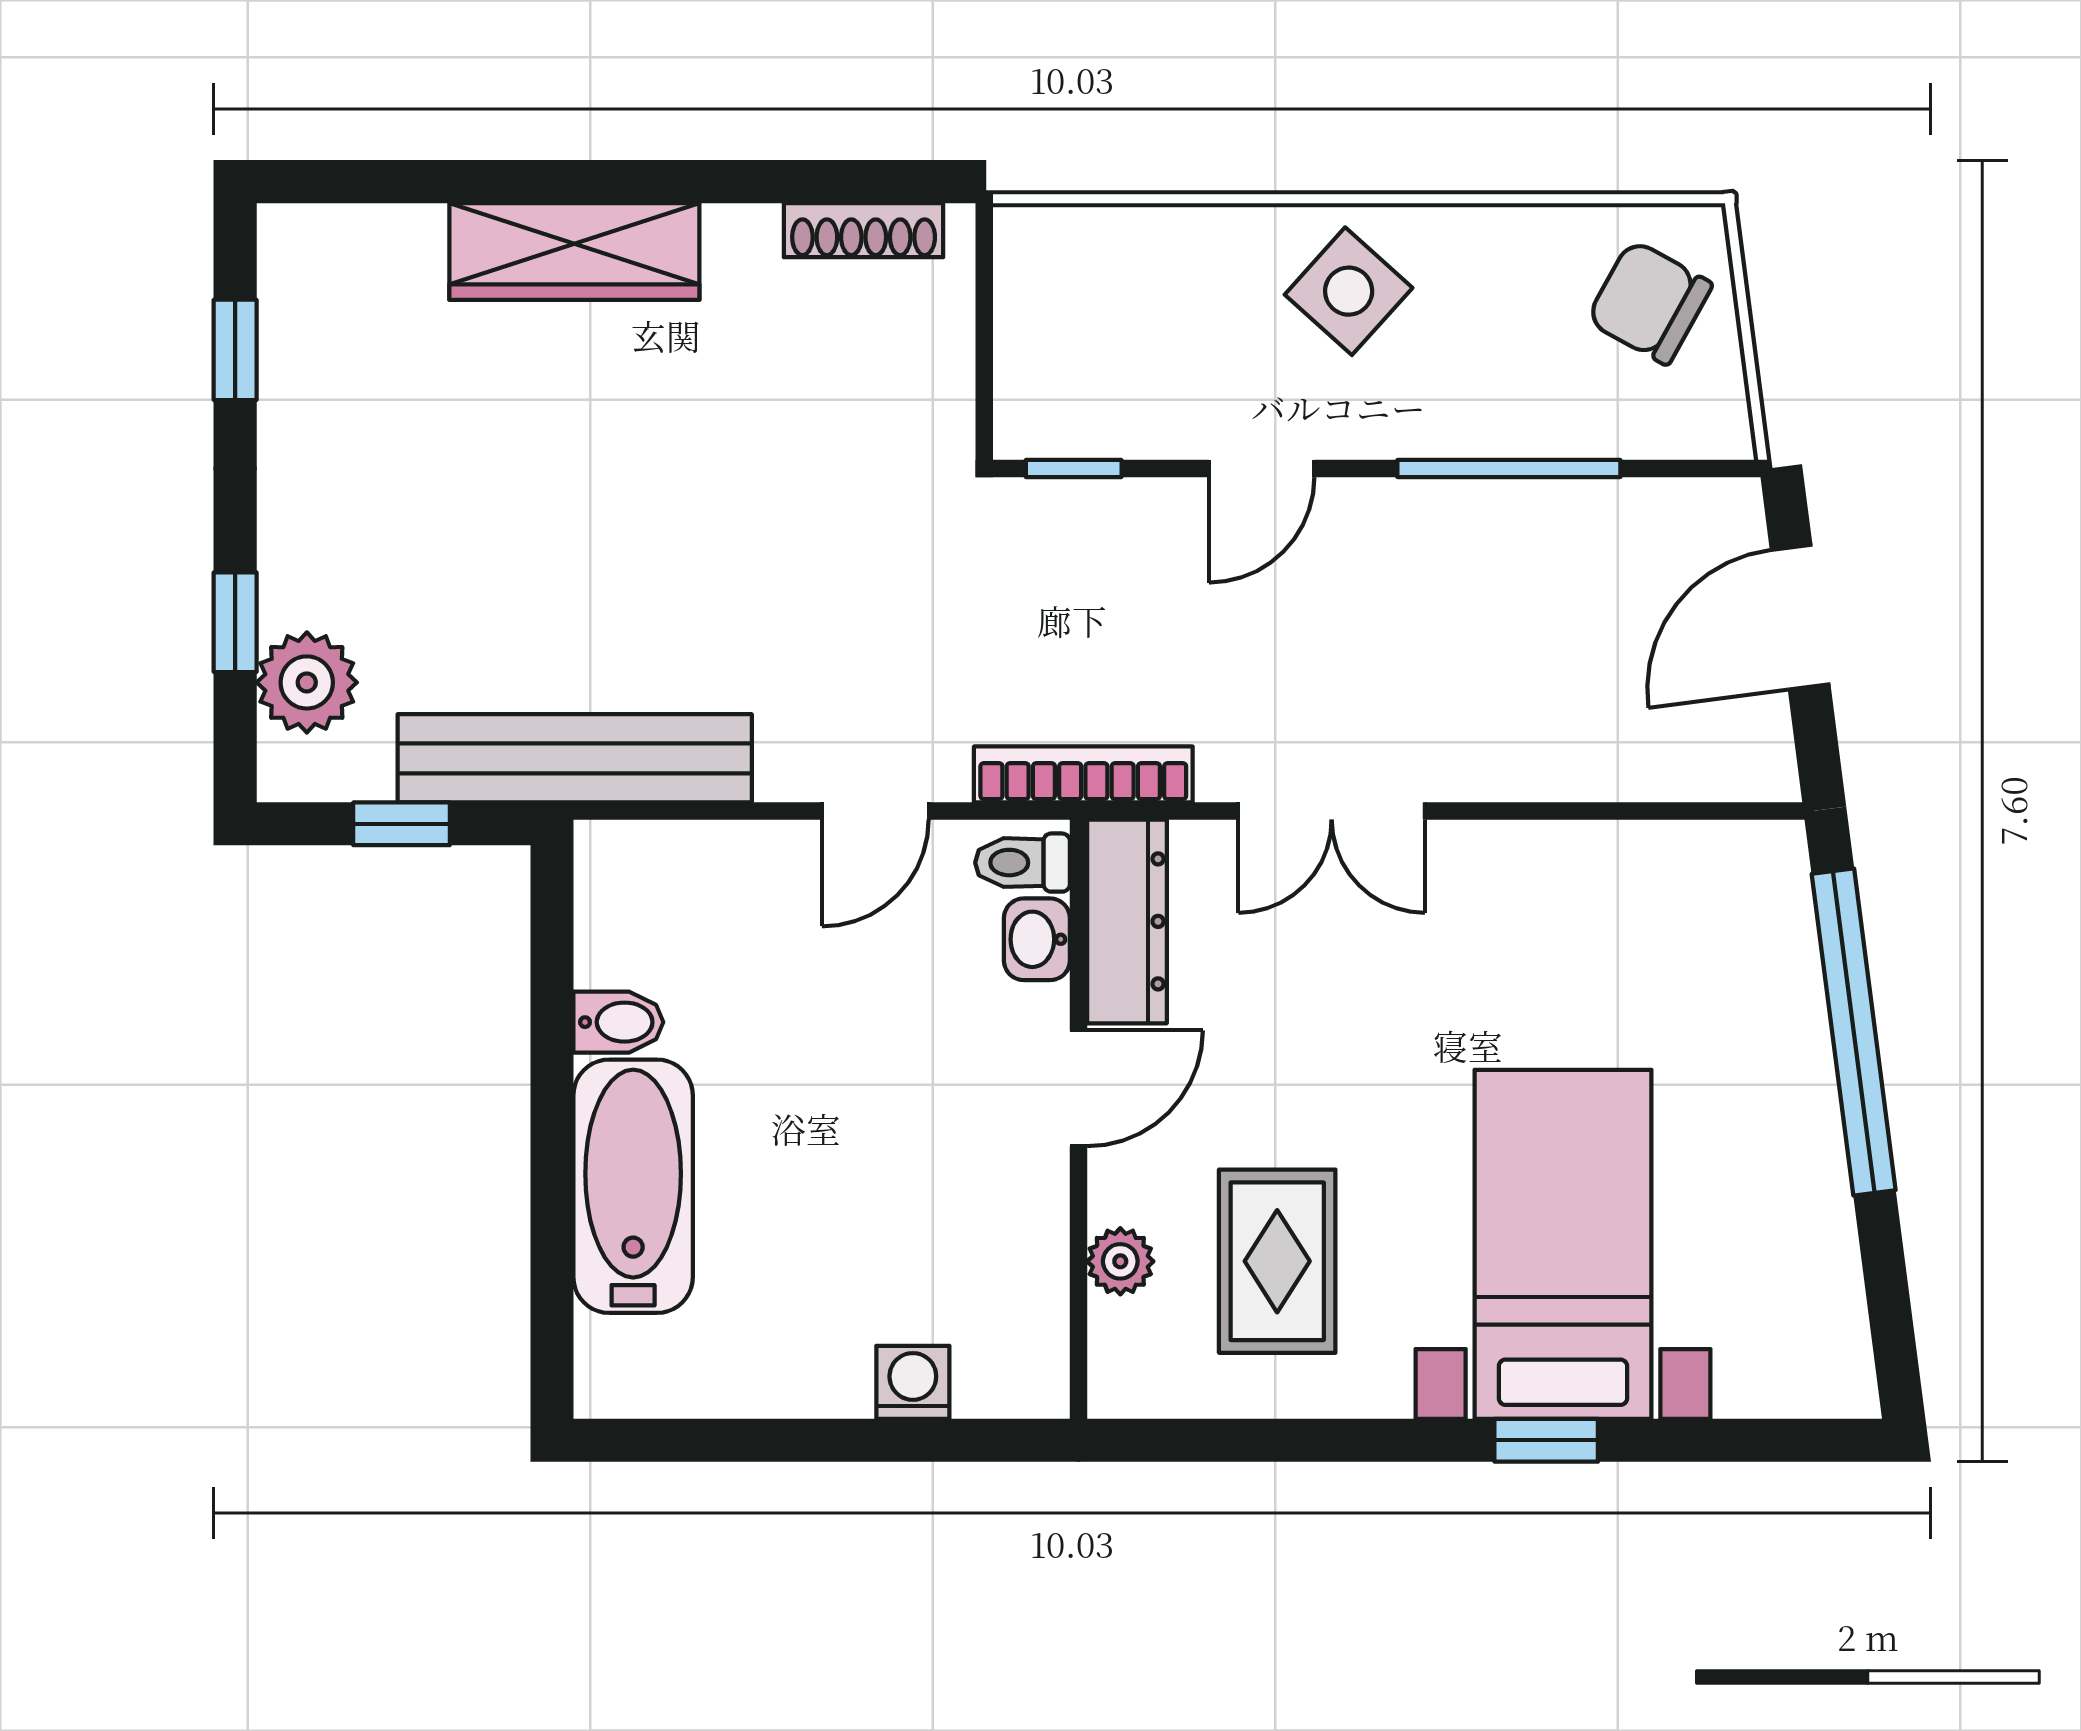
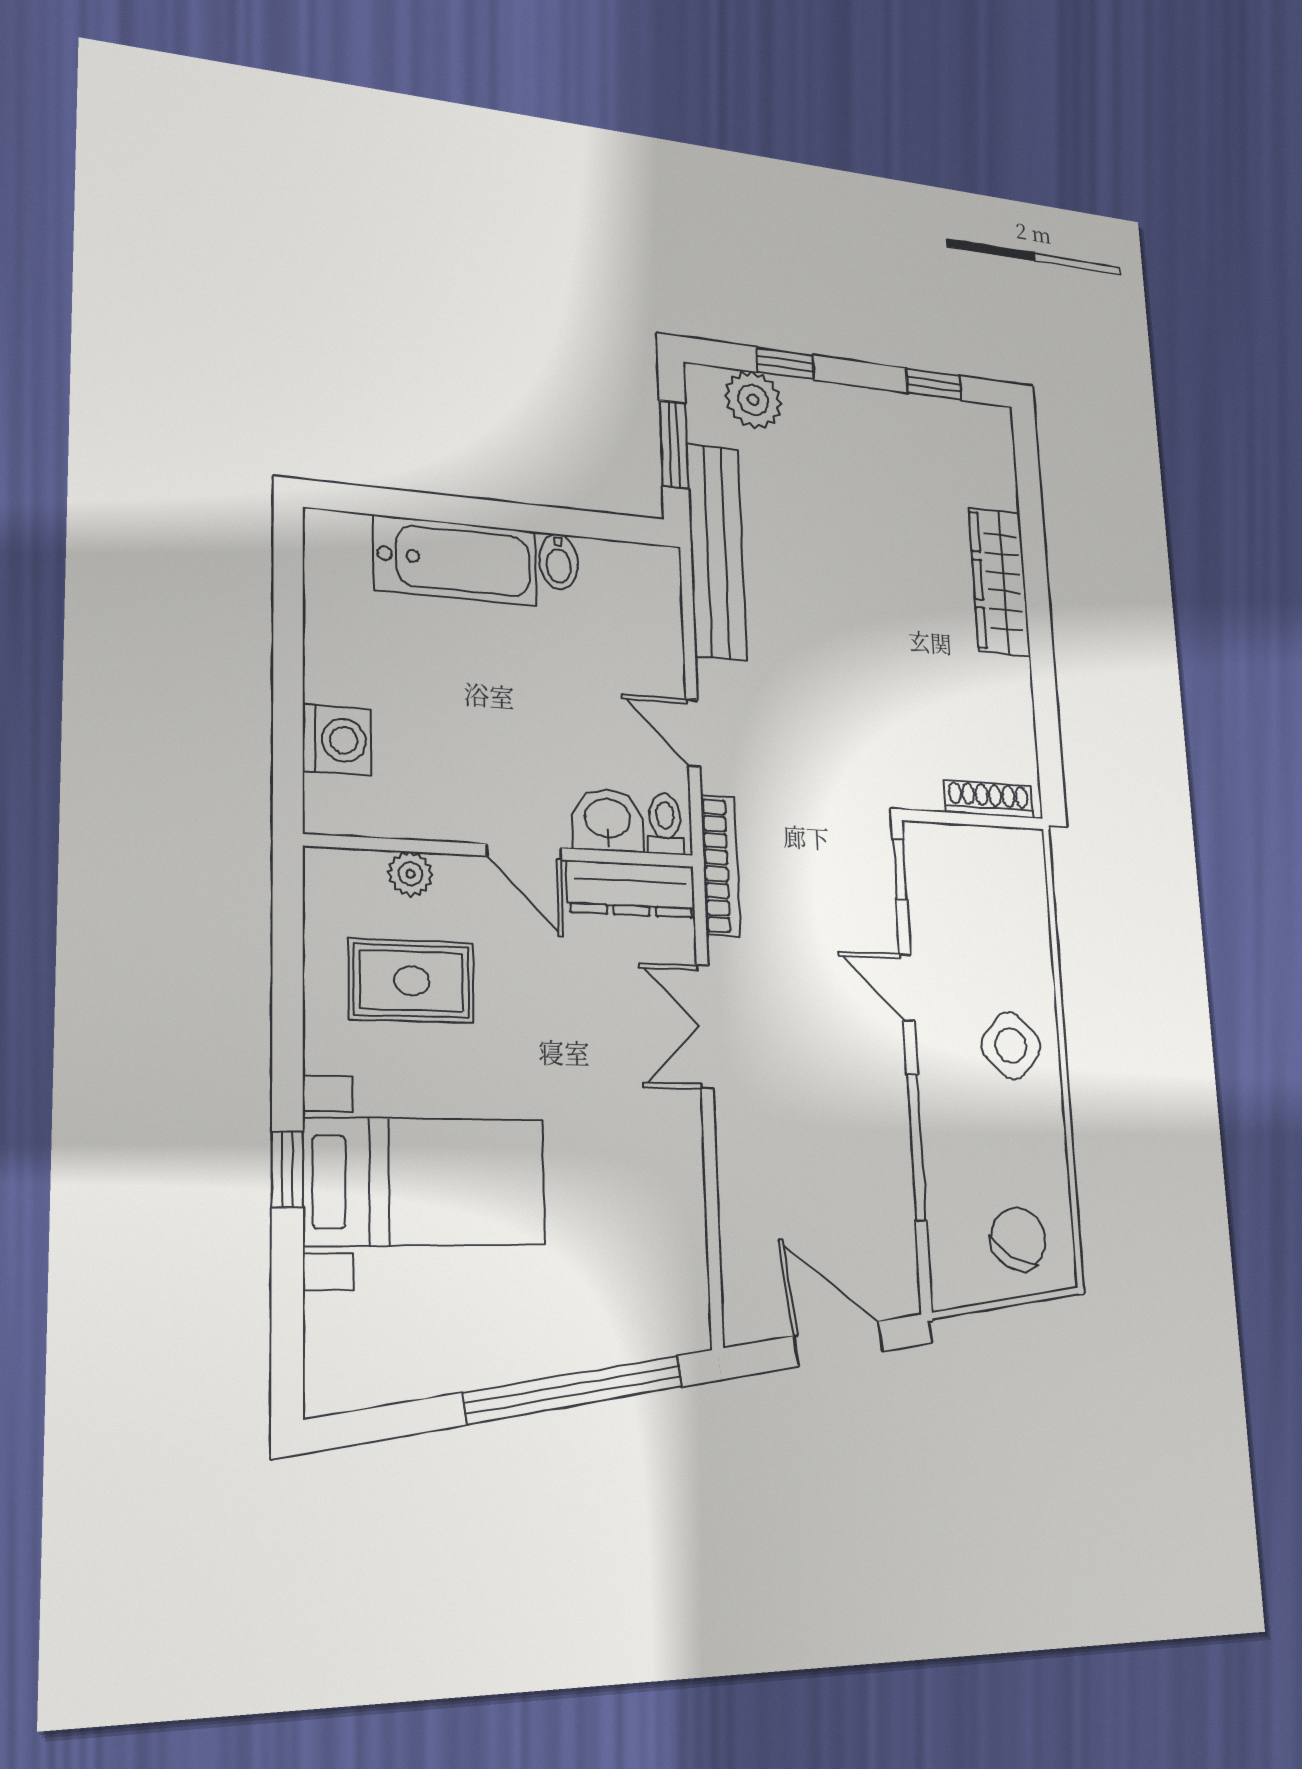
shoe rack: (864, 230) -> (989, 799), moved, turned 90
window: (402, 824) -> (674, 444), width x1.50
washbasin: (1037, 939) -> (608, 820), width x1.38, depth x1.45
washing machine: (913, 1382) -> (337, 740), width x1.38, depth x1.38

